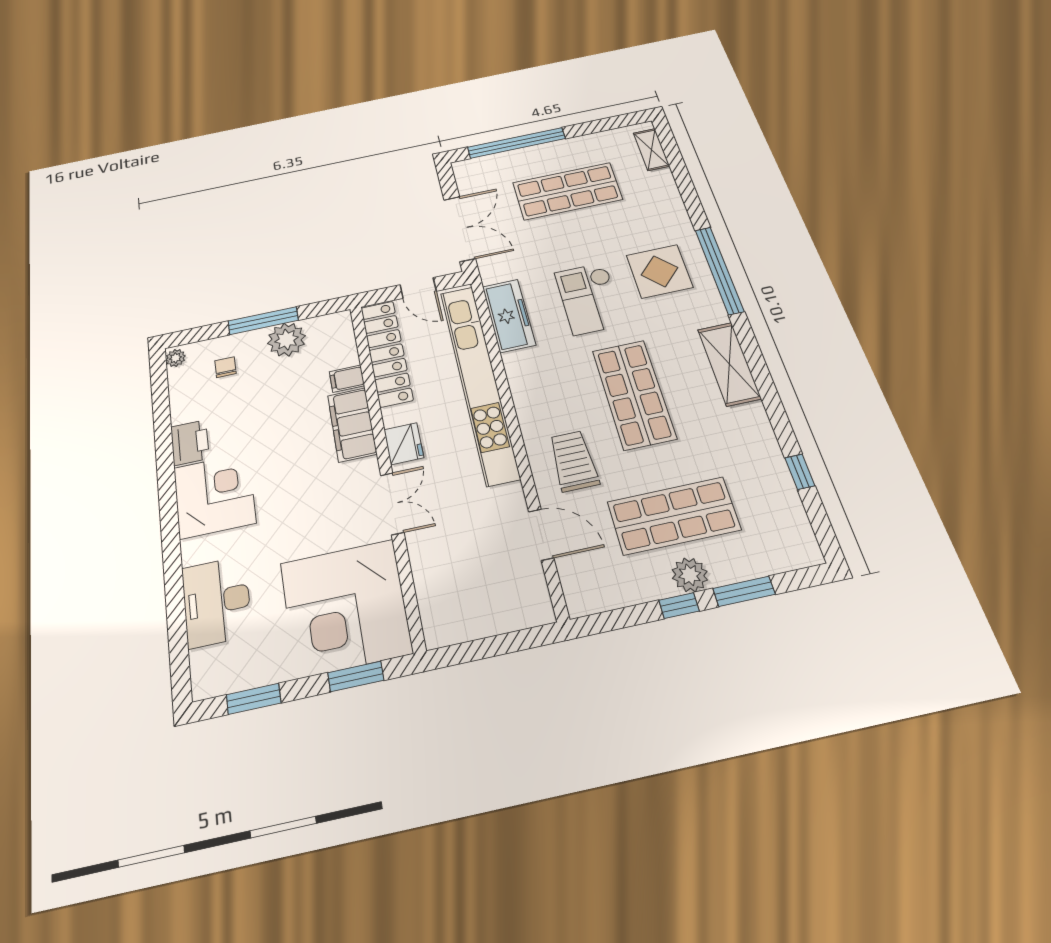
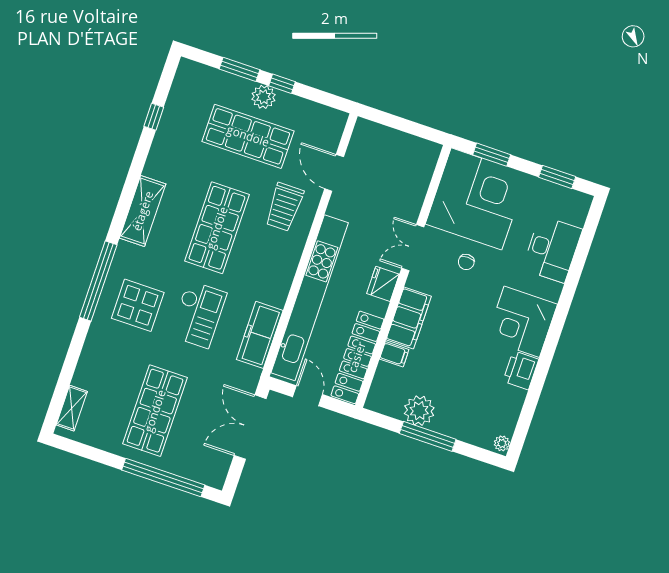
shop shelf: (567, 191) -> (155, 411), turned 90
chair: (225, 367) -> (466, 262), moved

